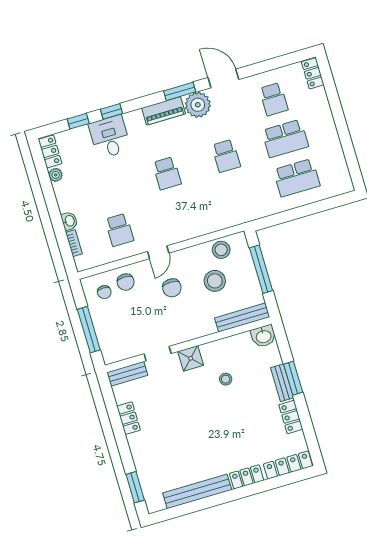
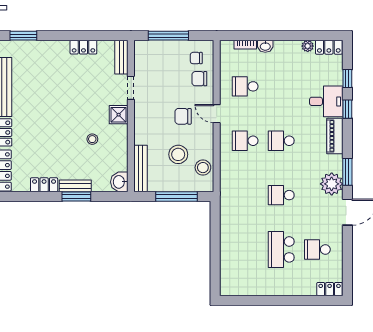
piano: (164, 111) -> (335, 136), moved
school desk: (297, 178) -> (245, 141), moved, width x0.54

